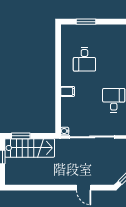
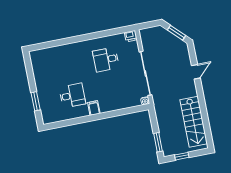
filing cabinet: (68, 91) -> (94, 108), moved
stairs: (30, 148) -> (194, 122), moved, turned 180

